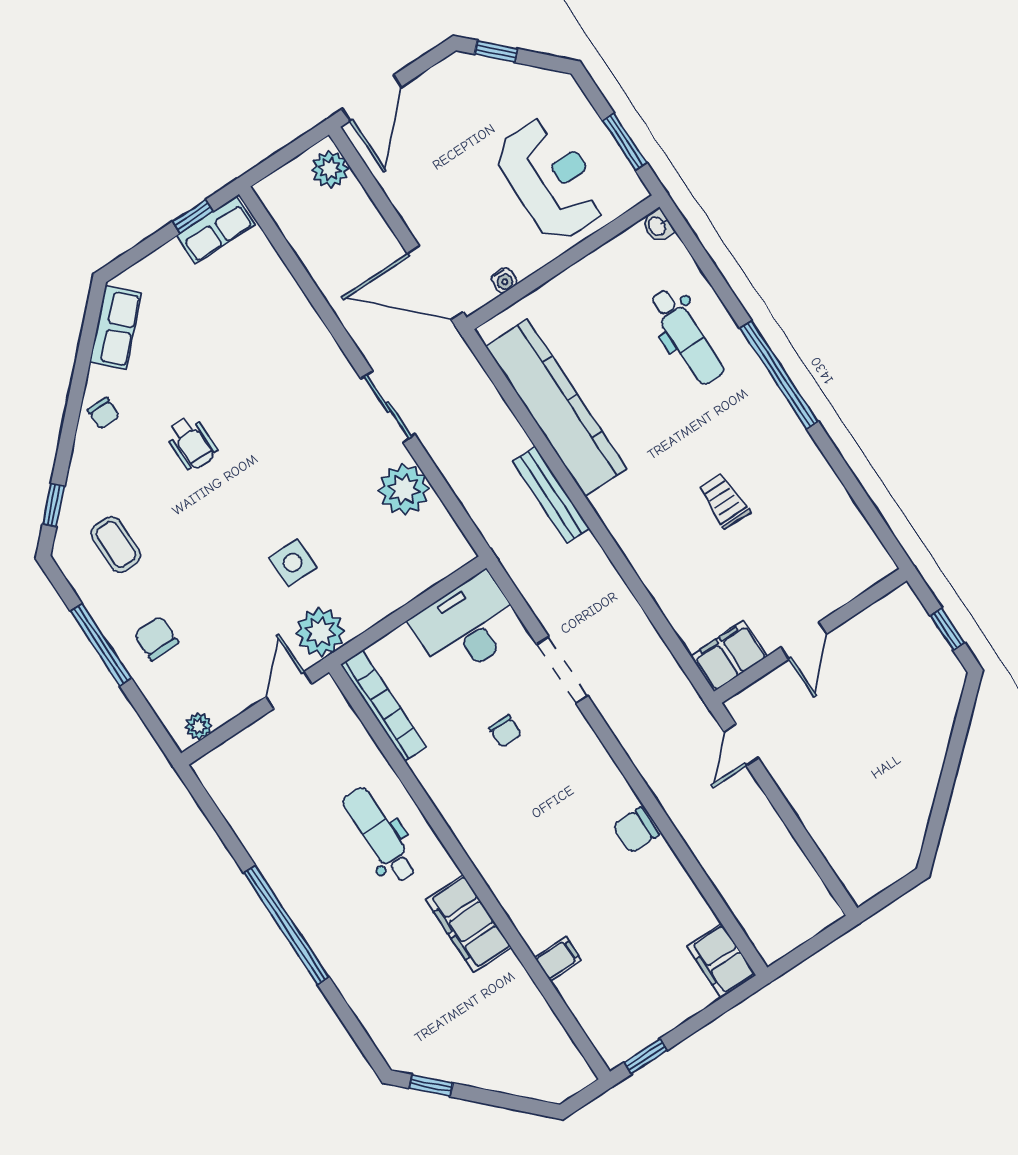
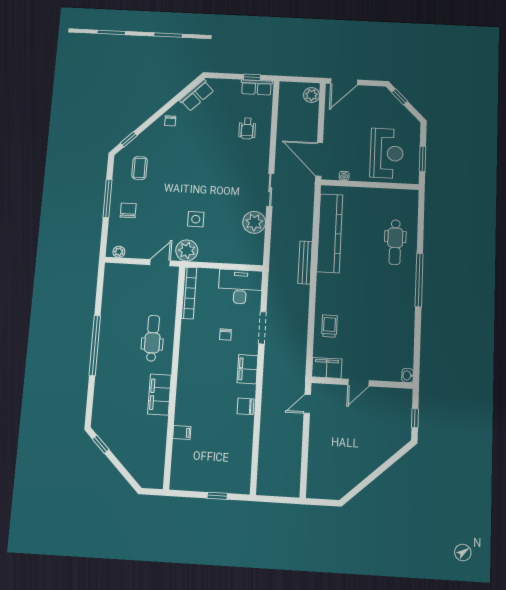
washbasin: (658, 226) -> (408, 375), moved
wheelchair: (191, 443) -> (247, 129), moved
trolley: (724, 501) -> (329, 326), moved
filing cabinet: (721, 961) -> (248, 369), moved
window: (646, 1056) -> (217, 496), moved

